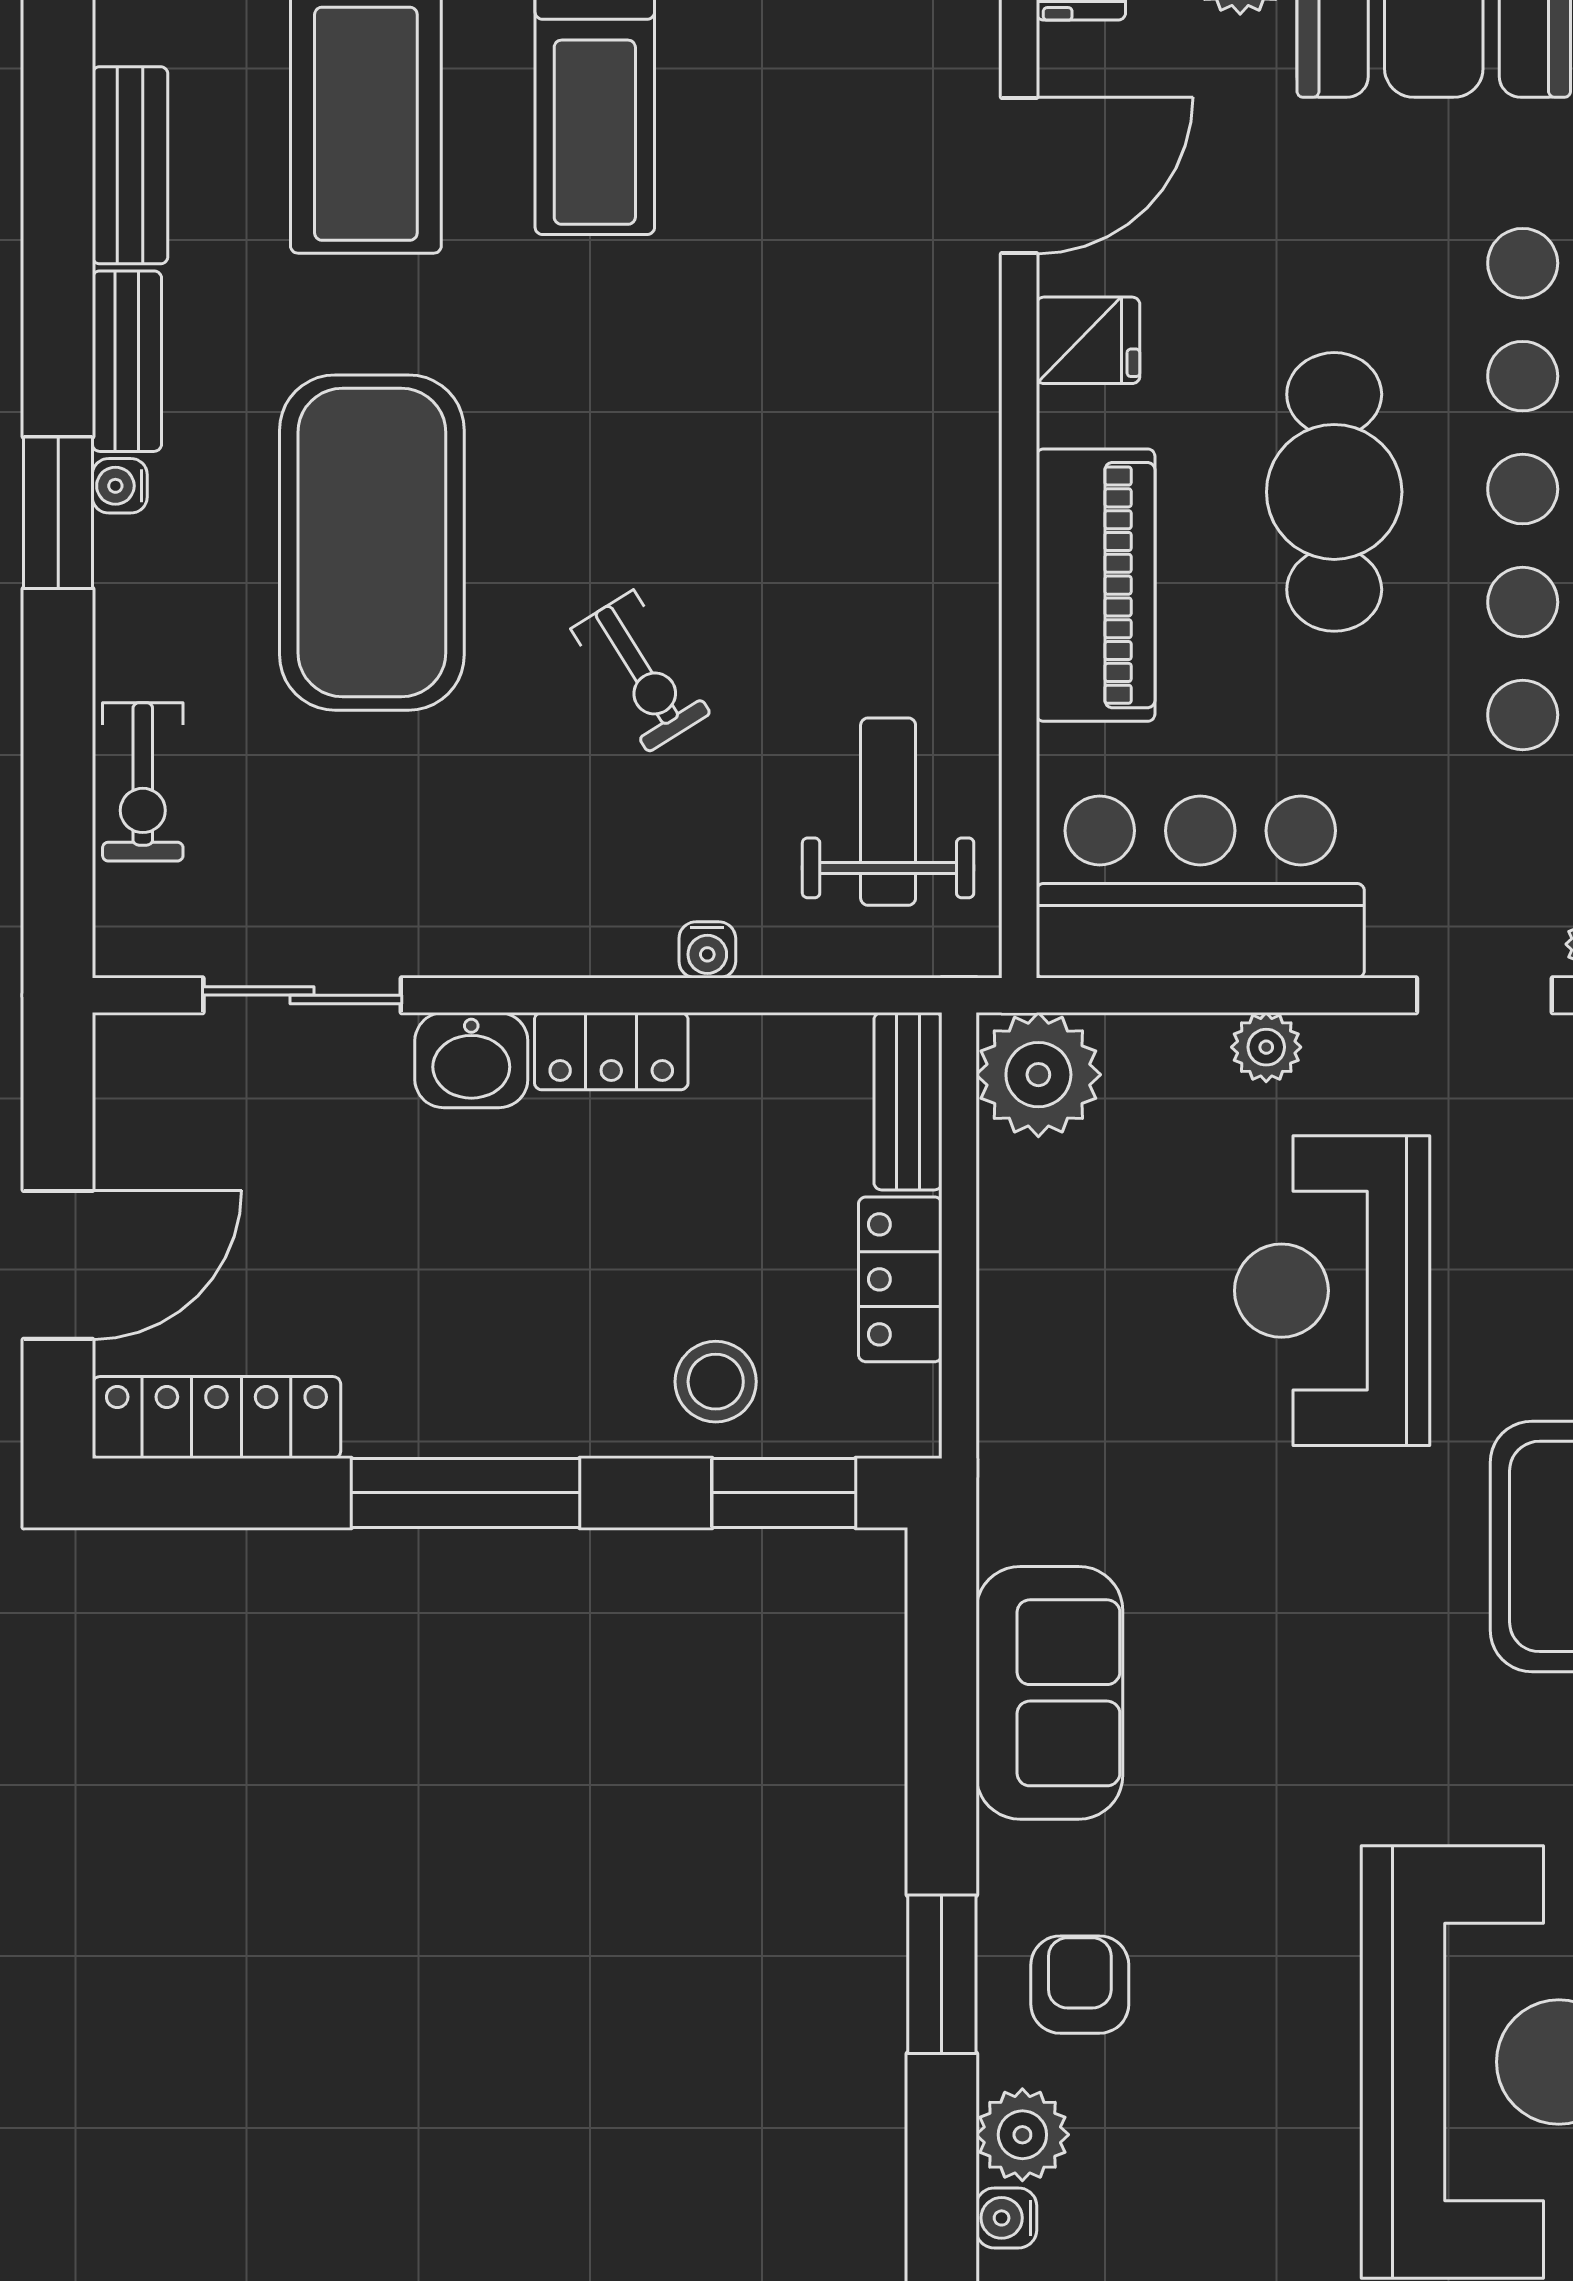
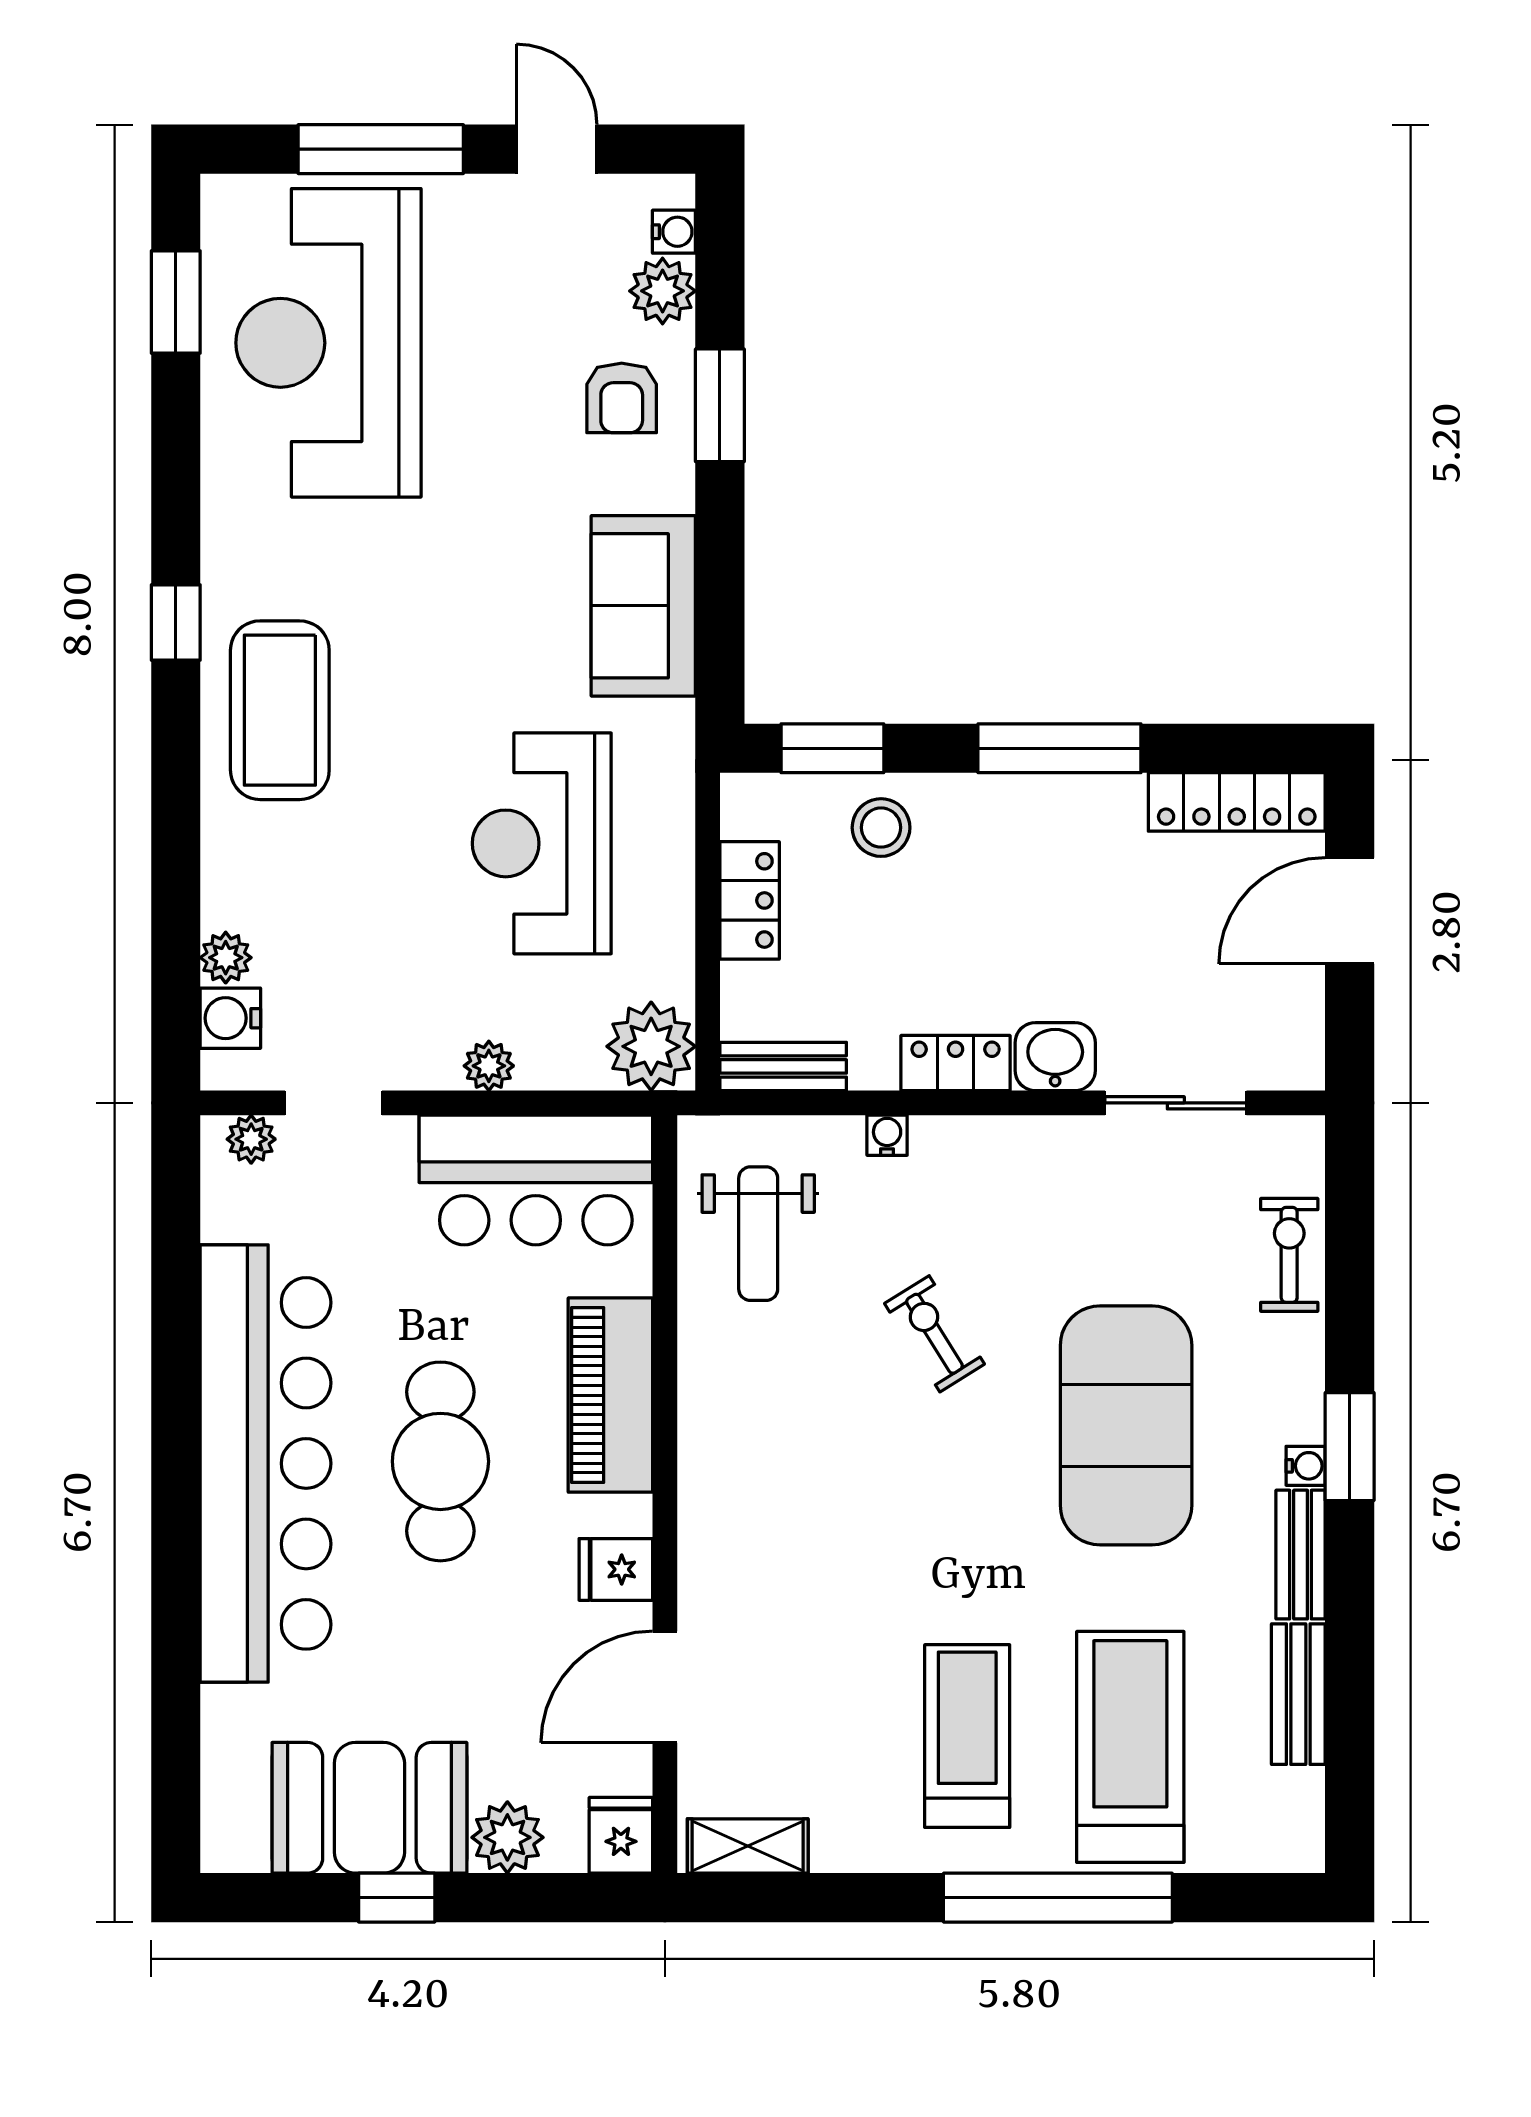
bench: (908, 1101) -> (783, 1066), moved, turned 90
reception desk: (1332, 1291) -> (542, 843), moved, turned 180

